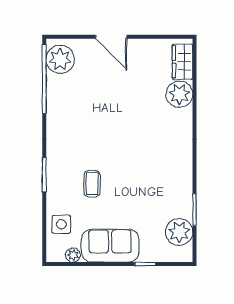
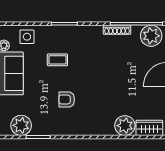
shoe rack: (52, 105) -> (117, 30), added
armchair: (145, 171) -> (67, 99), added

